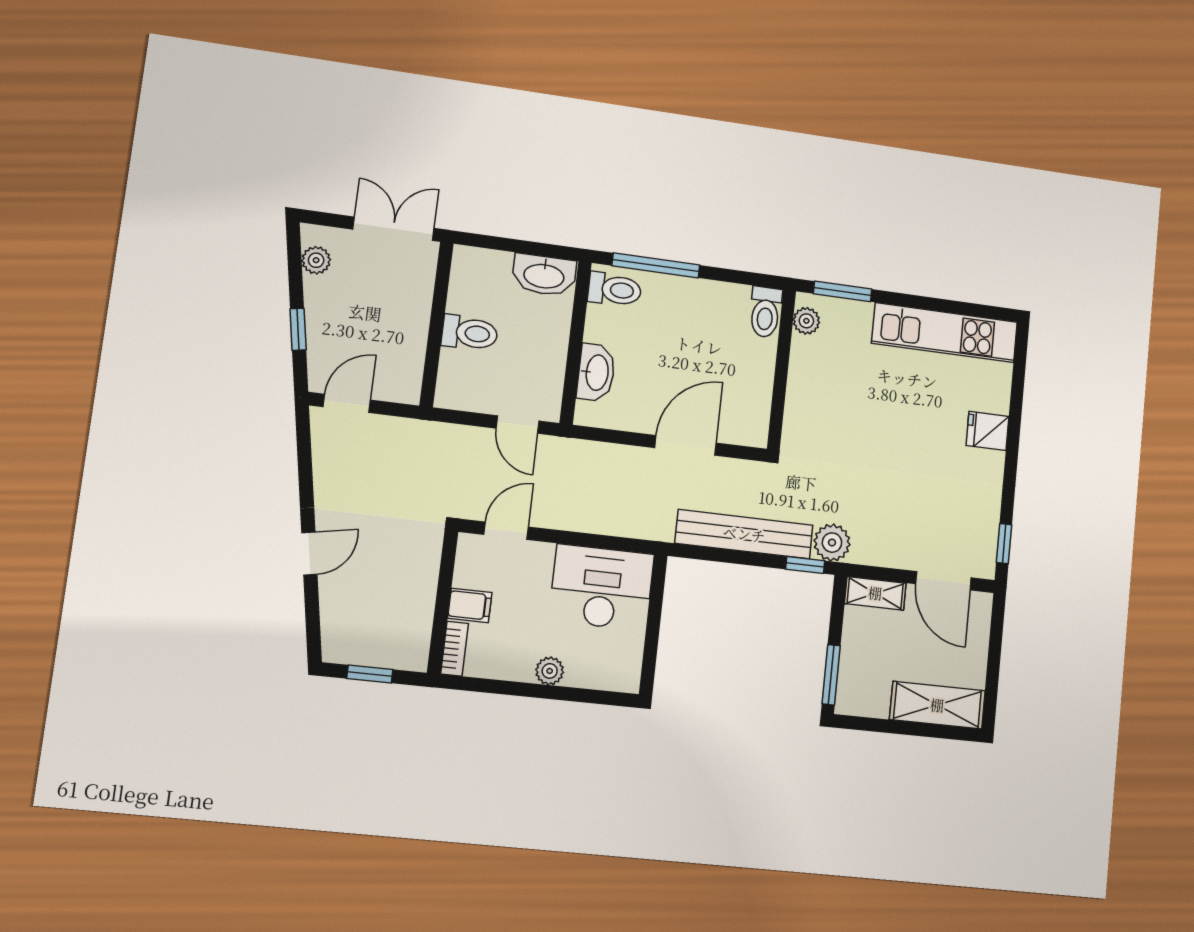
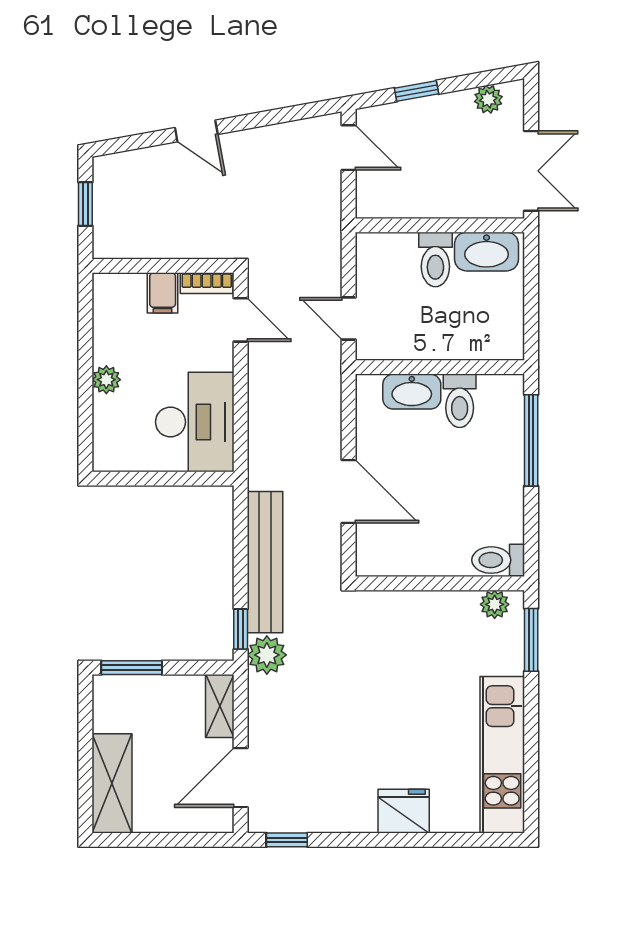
washbasin: (544, 275) -> (487, 252), moved, turned -90
toilet: (615, 290) -> (460, 401), moved
door: (518, 425) -> (349, 318), hinge flipped
fridge: (988, 431) -> (404, 811), width x1.38
bookcase: (455, 649) -> (207, 283), moved

